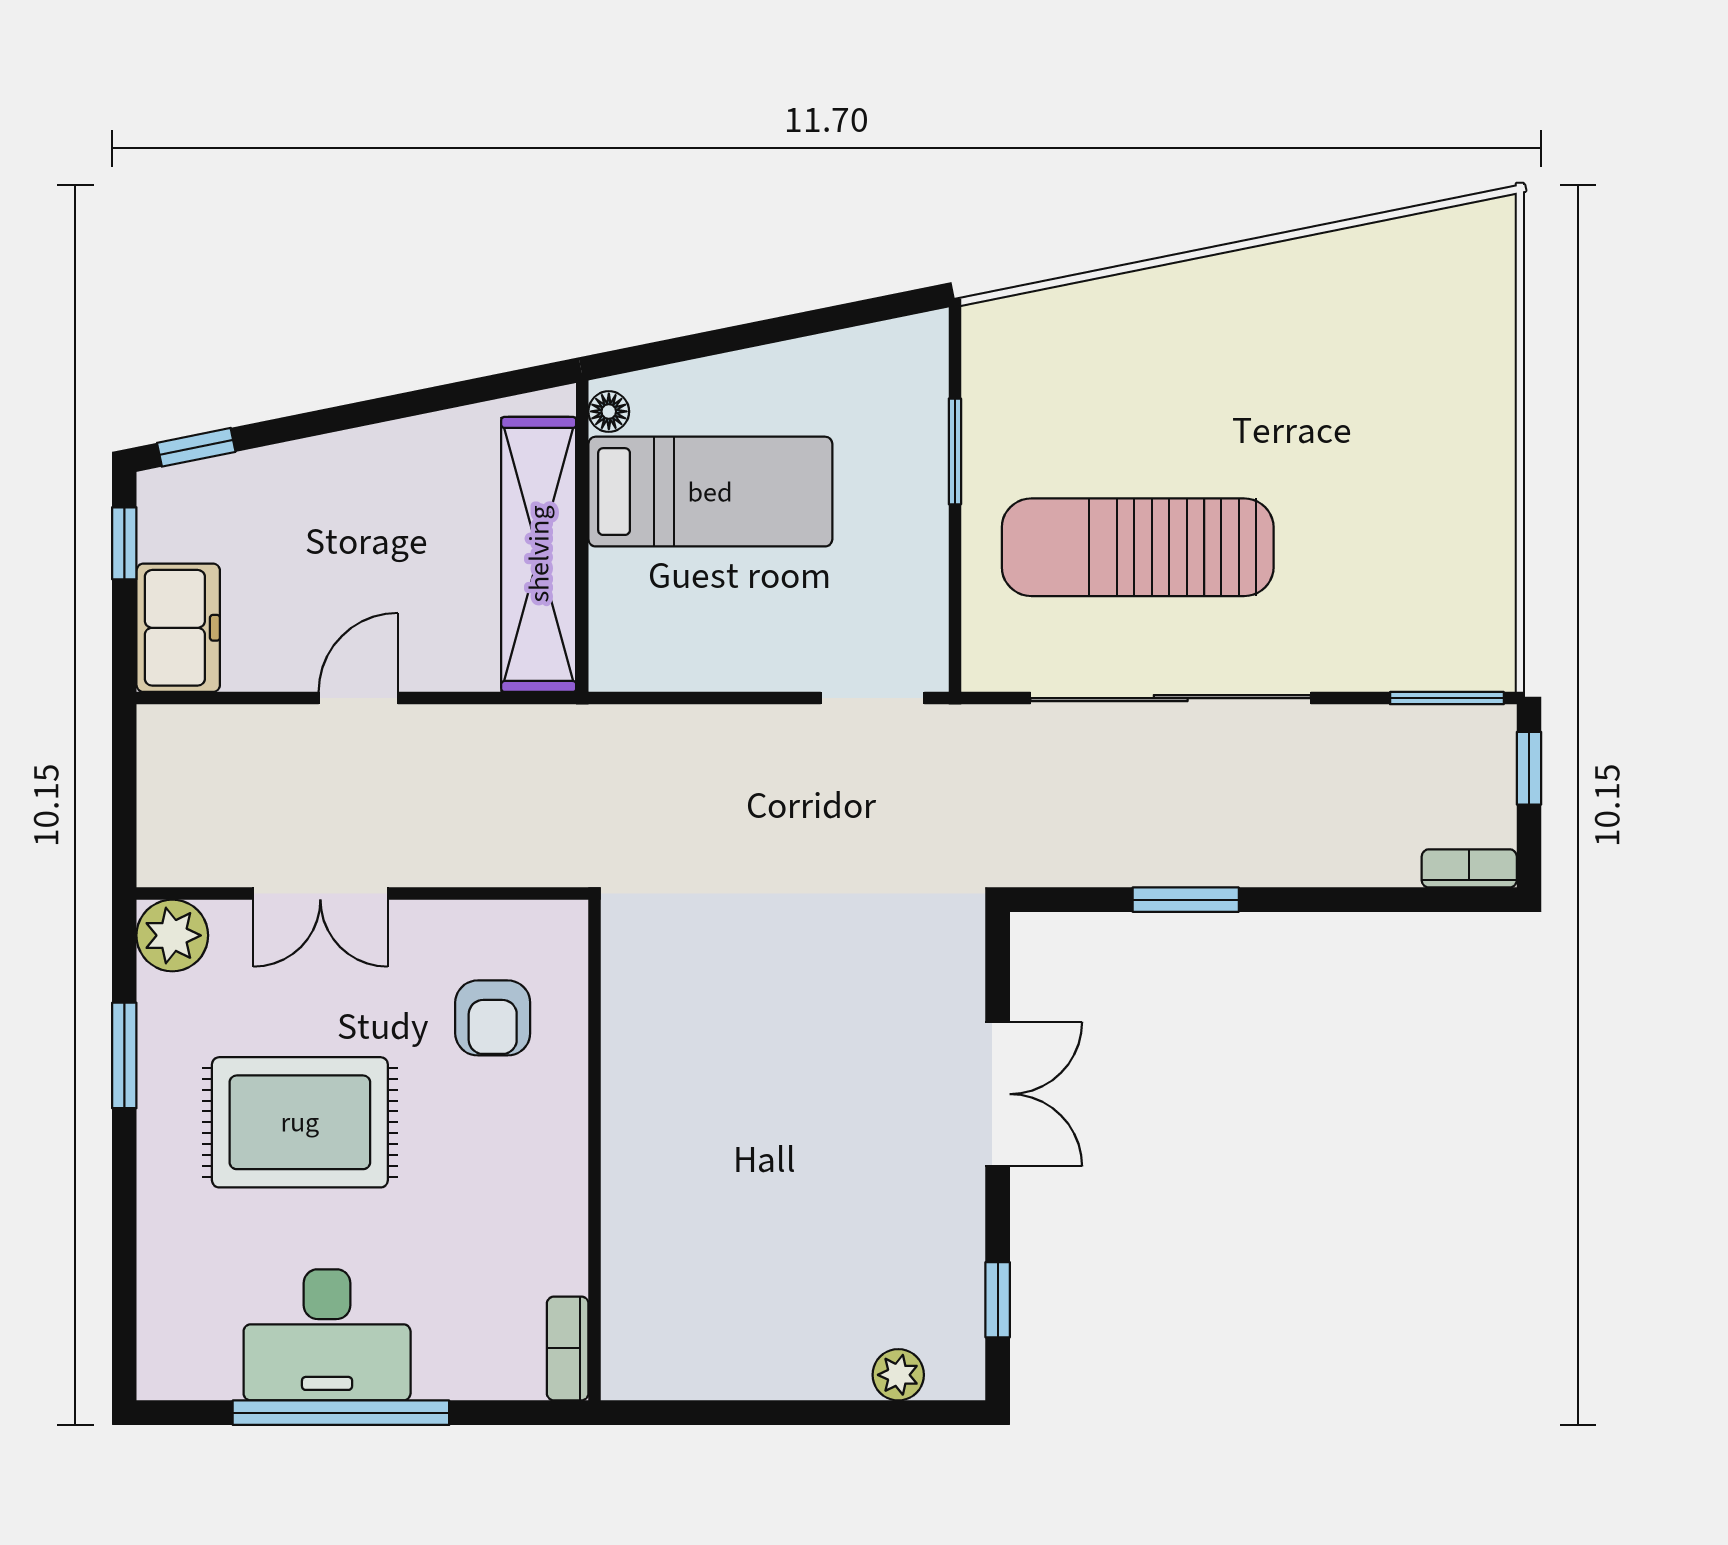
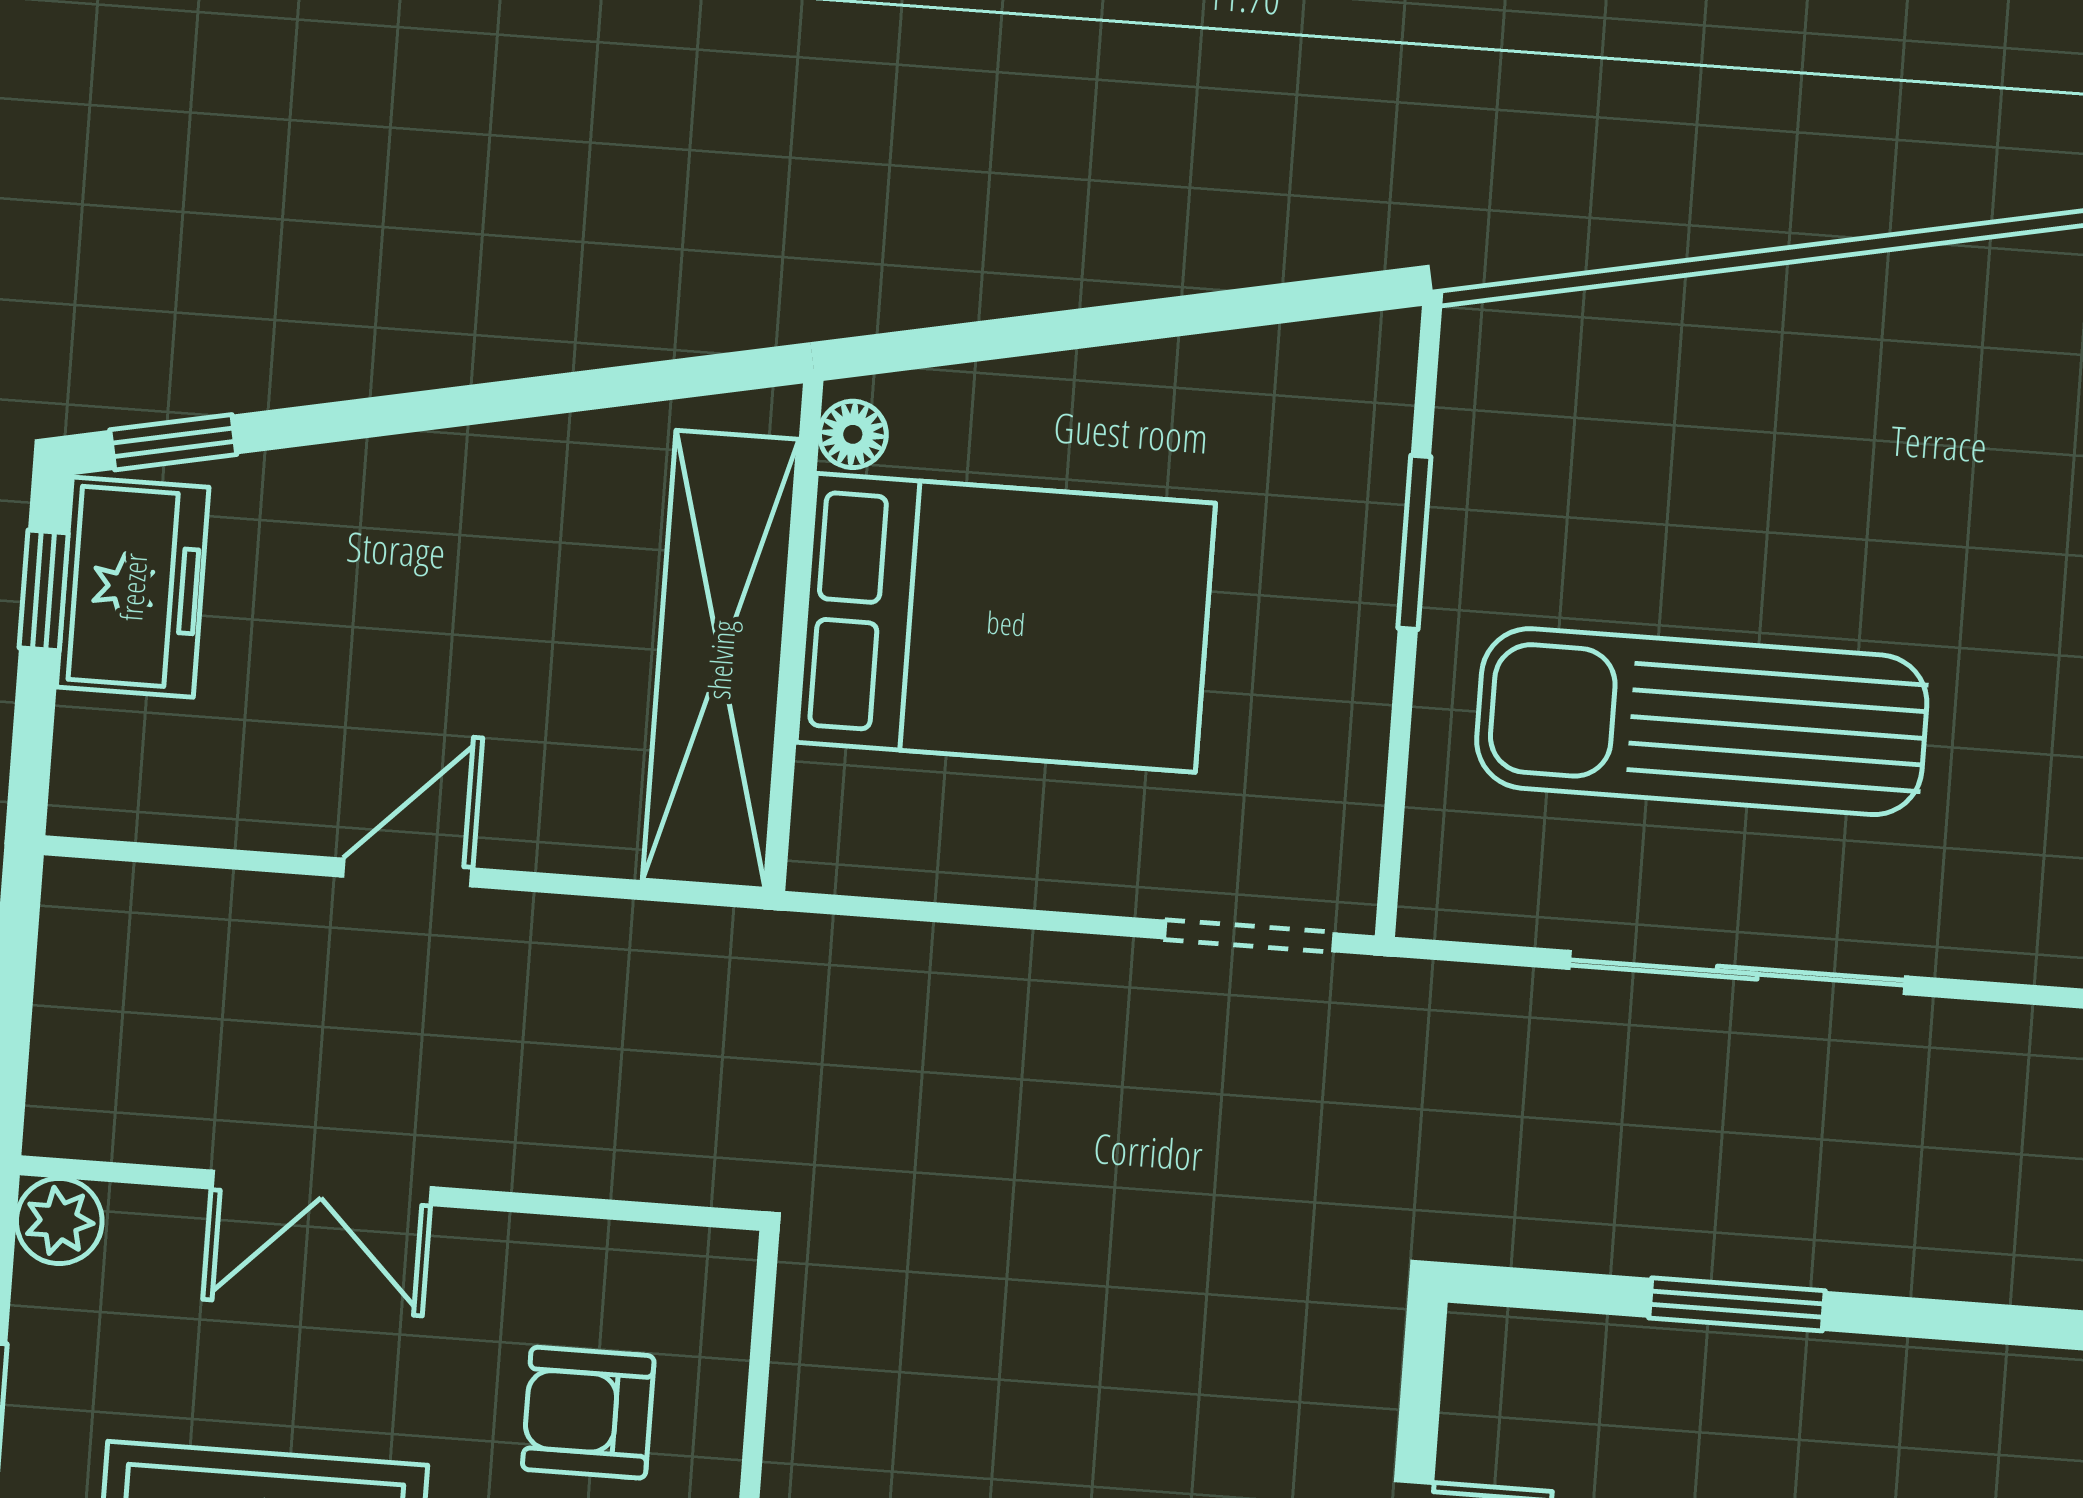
bed: (710, 492) -> (1006, 623), width x1.50
freezer: (178, 628) -> (133, 587), moved
sliding door: (1171, 698) -> (1737, 973), width x0.73
plant: (172, 935) -> (59, 1221), width x0.73, depth x0.73
armchair: (493, 1018) -> (588, 1413), turned 90

